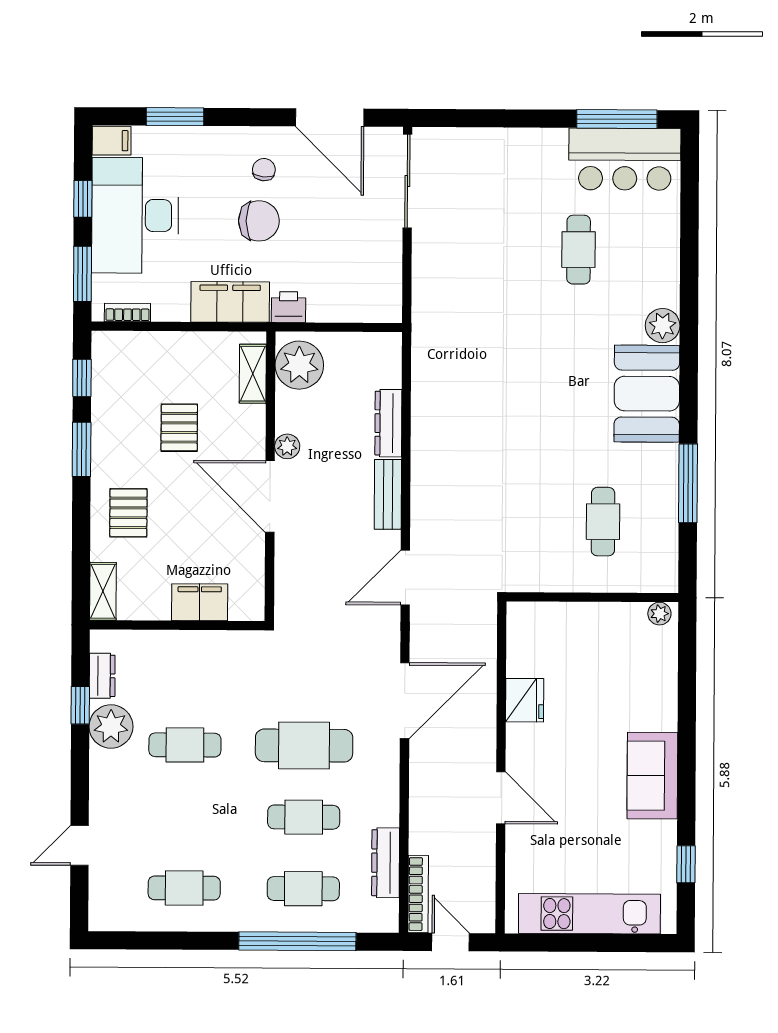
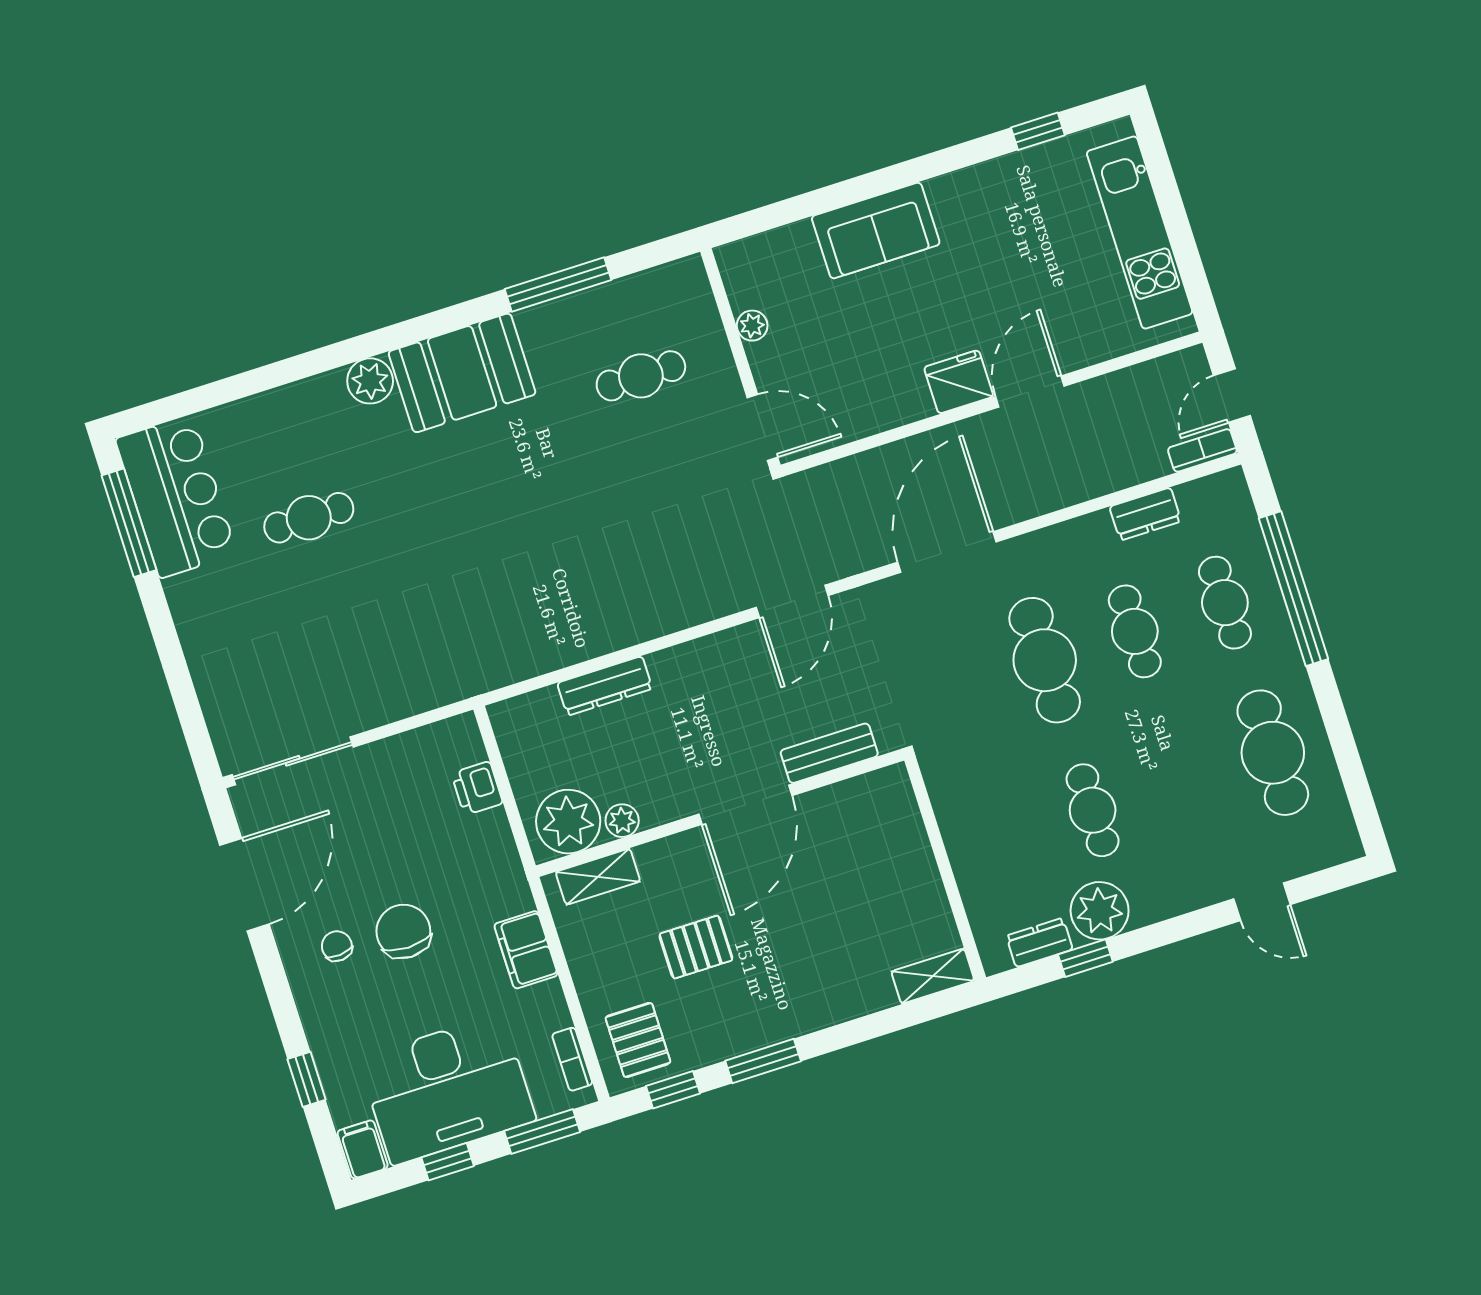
window: (175, 117) -> (307, 1079), width x0.67
chair: (264, 170) -> (337, 946), turned 79
filing cabinet: (230, 302) -> (526, 950), width x0.67, depth x0.86
printer: (289, 307) -> (477, 788), moved
plant: (287, 446) -> (622, 821), moved
bench: (388, 494) -> (829, 753), moved
pallet: (128, 513) -> (638, 1040), moved, turned 90
door: (405, 578) -> (792, 601), hinge flipped
door: (537, 597) -> (762, 427), added
filing cabinet: (200, 602) -> (907, 850), removed
plant: (659, 614) -> (752, 326), moved
fridge: (525, 700) -> (959, 382), moved
door: (405, 701) -> (947, 552), hinge flipped
sofa: (652, 776) -> (876, 230), moved
dresser: (386, 863) -> (1145, 514), width x0.70
cafe table: (184, 888) -> (1273, 753), width x1.37, depth x1.35
bookcase: (418, 894) -> (1202, 450), width x0.64

